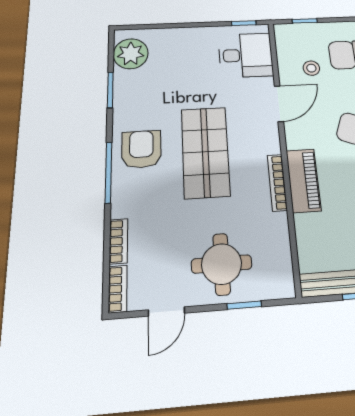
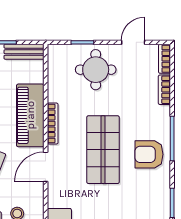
door: (279, 104) -> (46, 167), moved
armchair: (141, 149) -> (149, 154), turned 90
piano: (303, 180) -> (30, 115), width x1.37, depth x1.33

